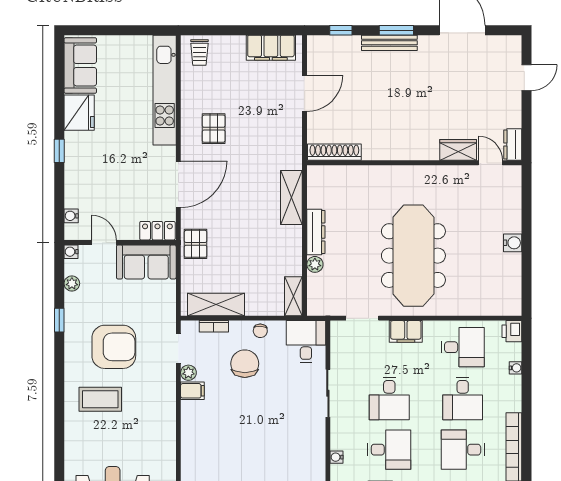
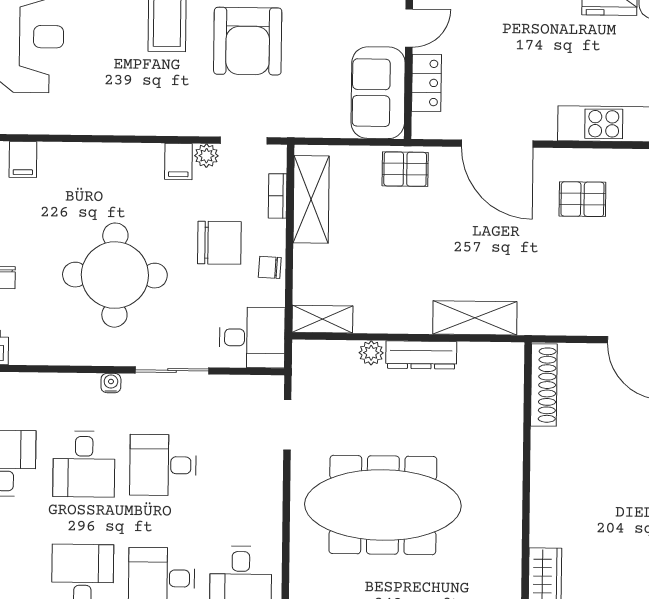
locker: (157, 231) -> (426, 83), moved
filing cabinet: (406, 331) -> (266, 492), removed
round table: (267, 431) -> (115, 275), added
water cooler: (337, 457) -> (111, 383), moved

